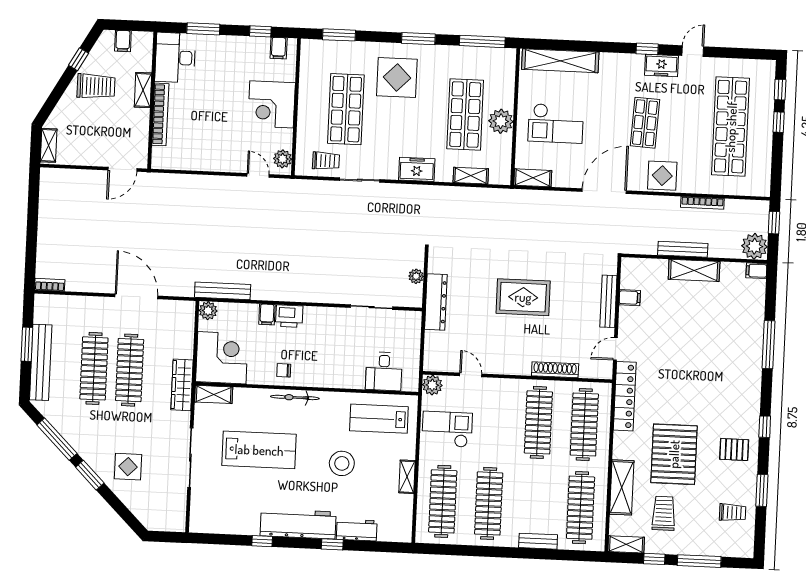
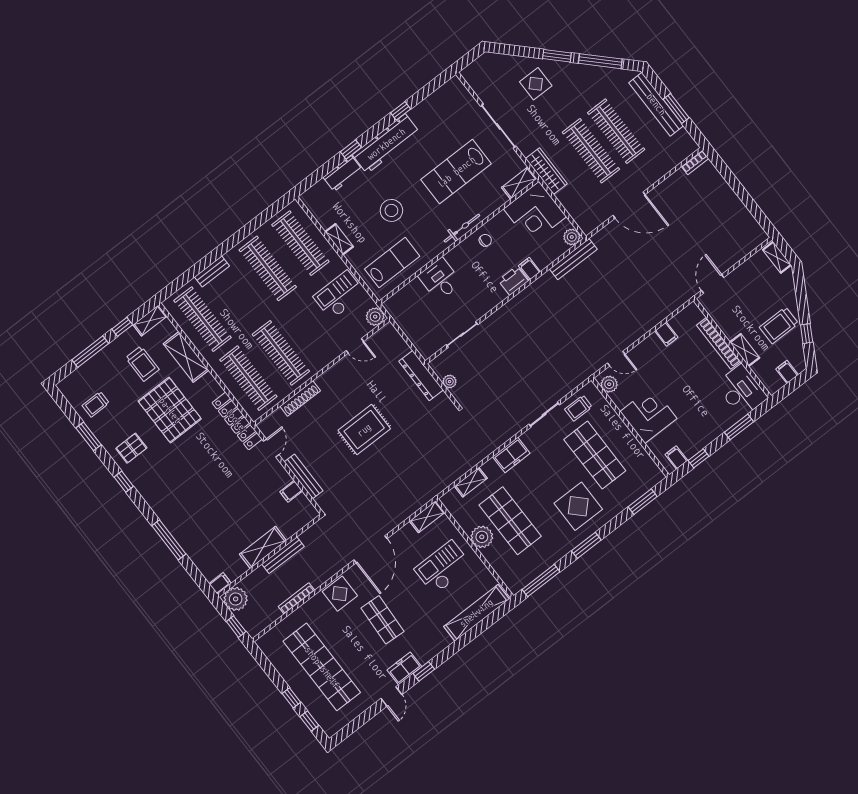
filing cabinet: (198, 160) -> (666, 334), added
desk: (384, 371) -> (440, 280), moved
checkout: (447, 429) -> (339, 295), turned 180

